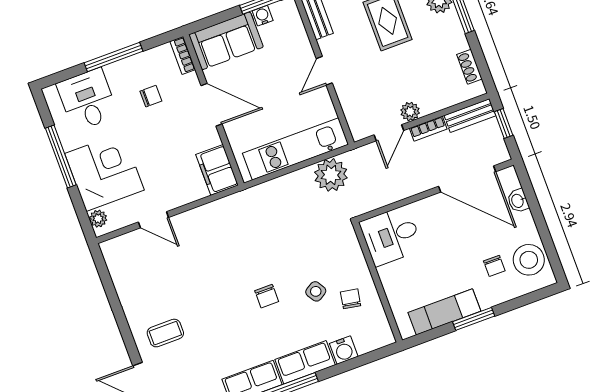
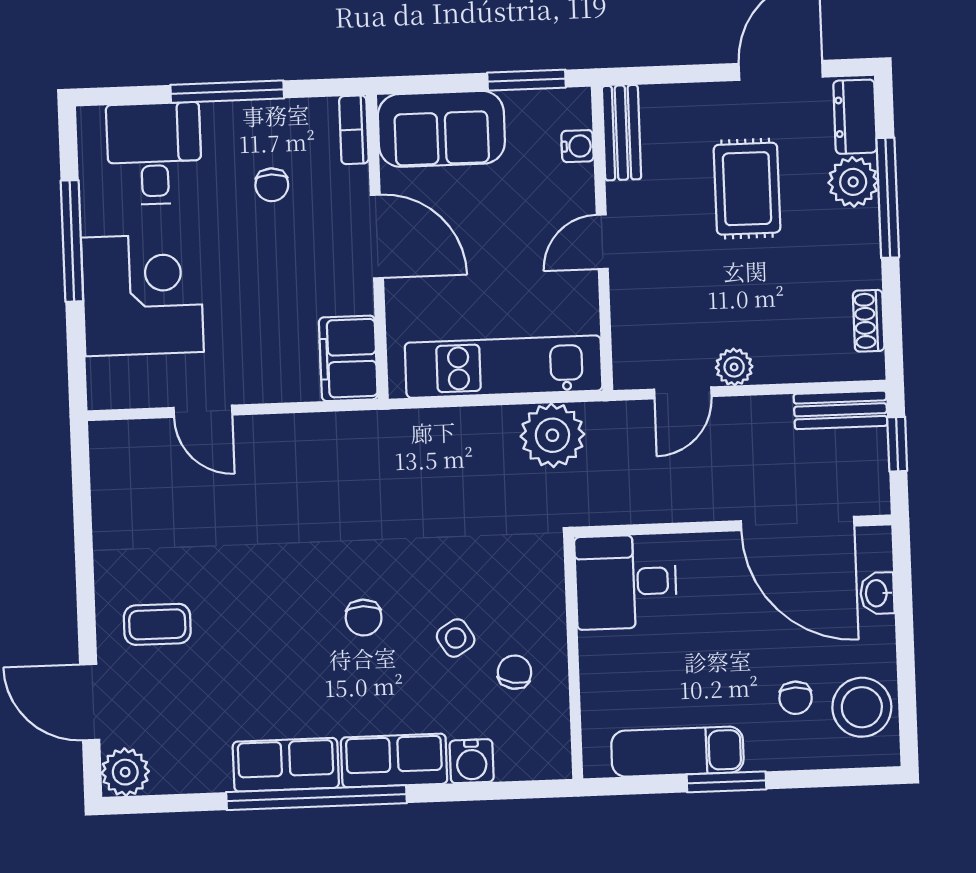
water cooler: (263, 16) -> (577, 146), moved, turned 90
chair: (151, 96) -> (272, 185), turned 90
bookcase: (428, 129) -> (757, 409), removed
plant: (98, 219) -> (103, 376), removed

